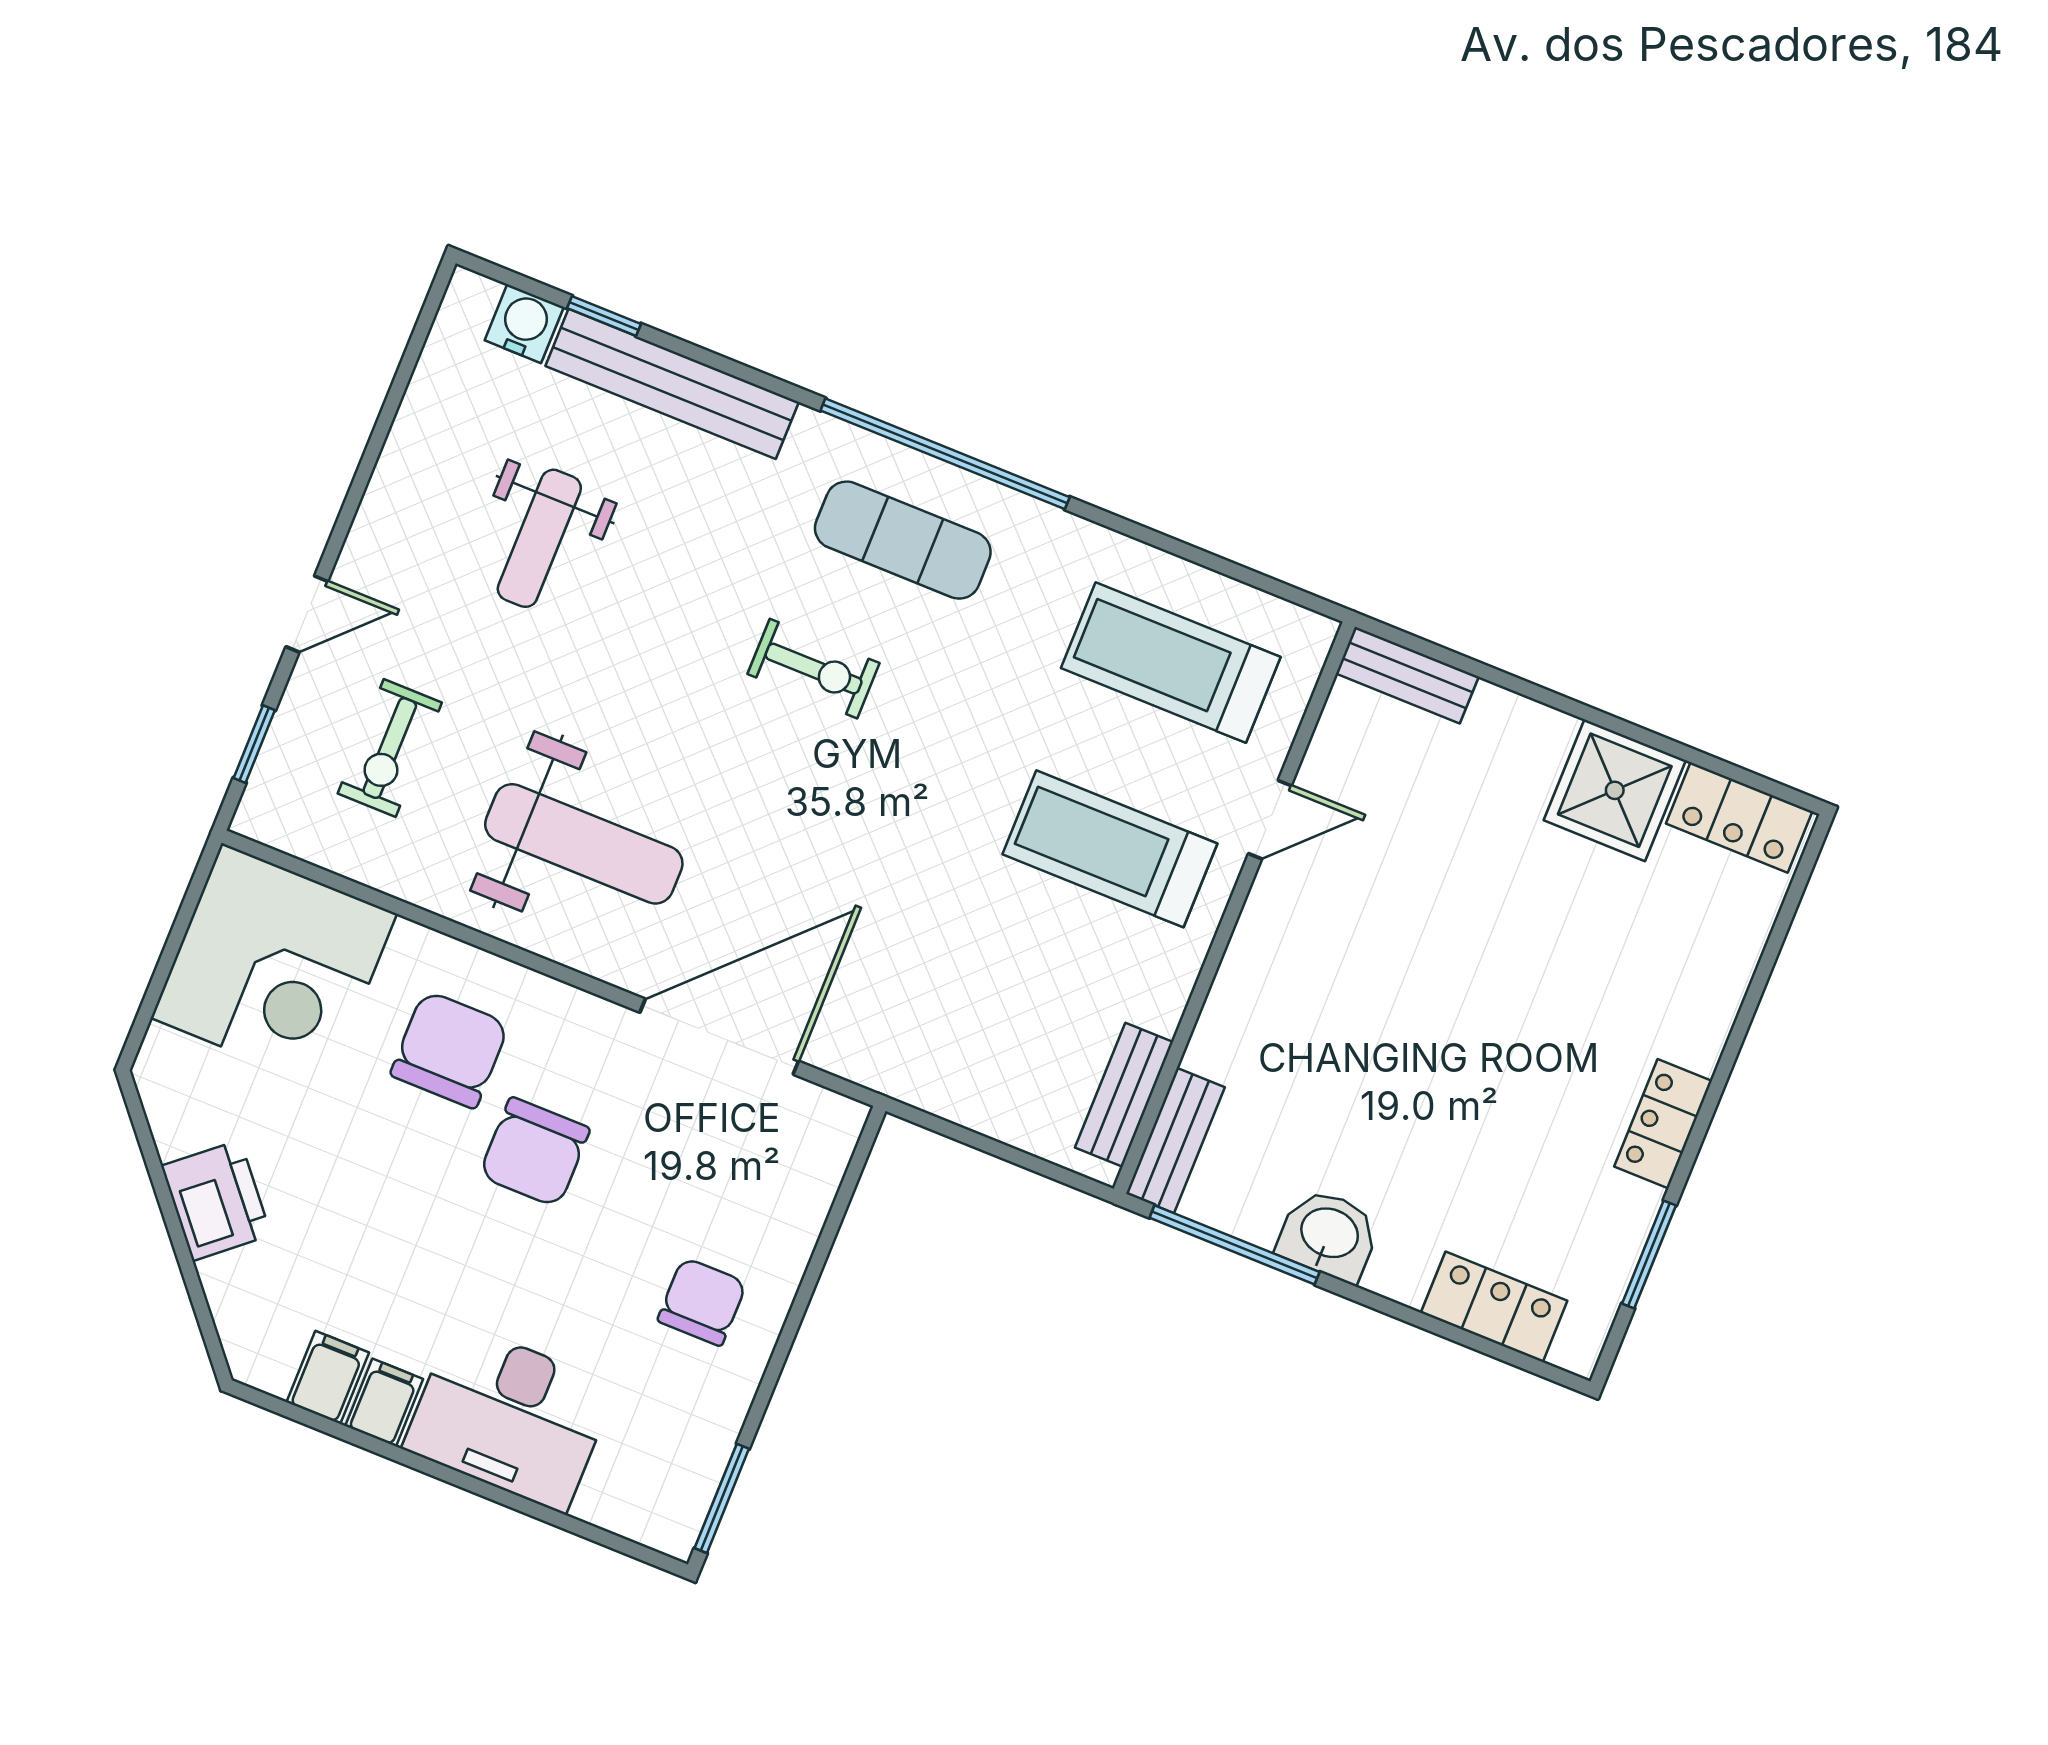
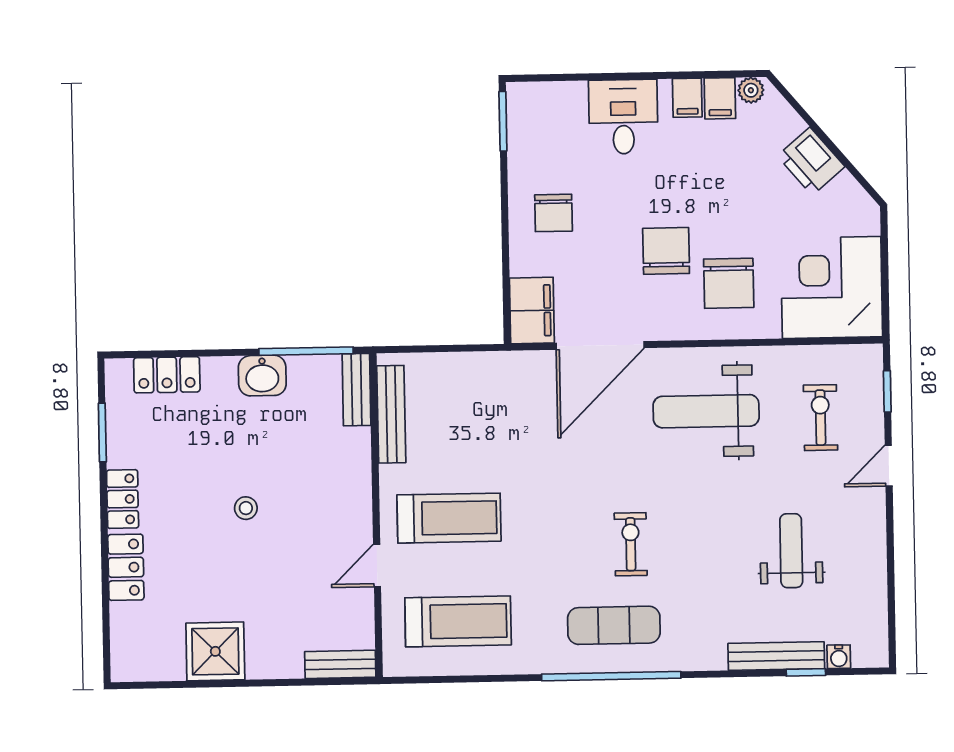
water cooler: (524, 324) -> (839, 657), width x0.72, depth x0.72
bench: (672, 384) -> (776, 656), width x0.73, depth x0.82
exercise bike: (814, 669) -> (631, 544), turned 90
locker: (1739, 817) -> (126, 567), moved, turned 90
stool: (1455, 1017) -> (246, 508), added
bench: (1124, 1095) -> (391, 414), width x1.36
filing cabinet: (812, 1148) -> (532, 311), added
plant: (268, 1369) -> (751, 90), added
desk: (509, 1417) -> (623, 117), width x0.73

